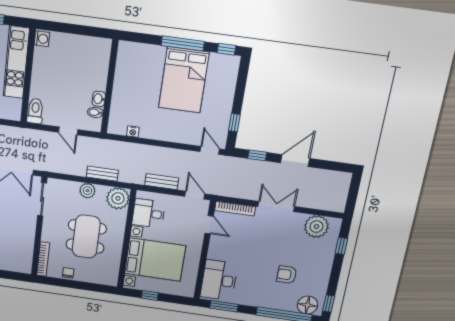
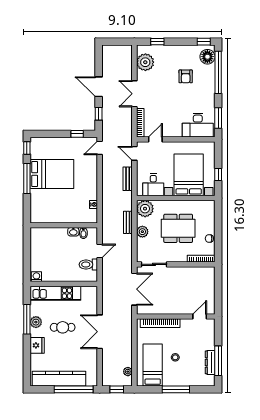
toilet: (35, 111) -> (88, 265), moved
door: (195, 195) -> (134, 153), hinge flipped

